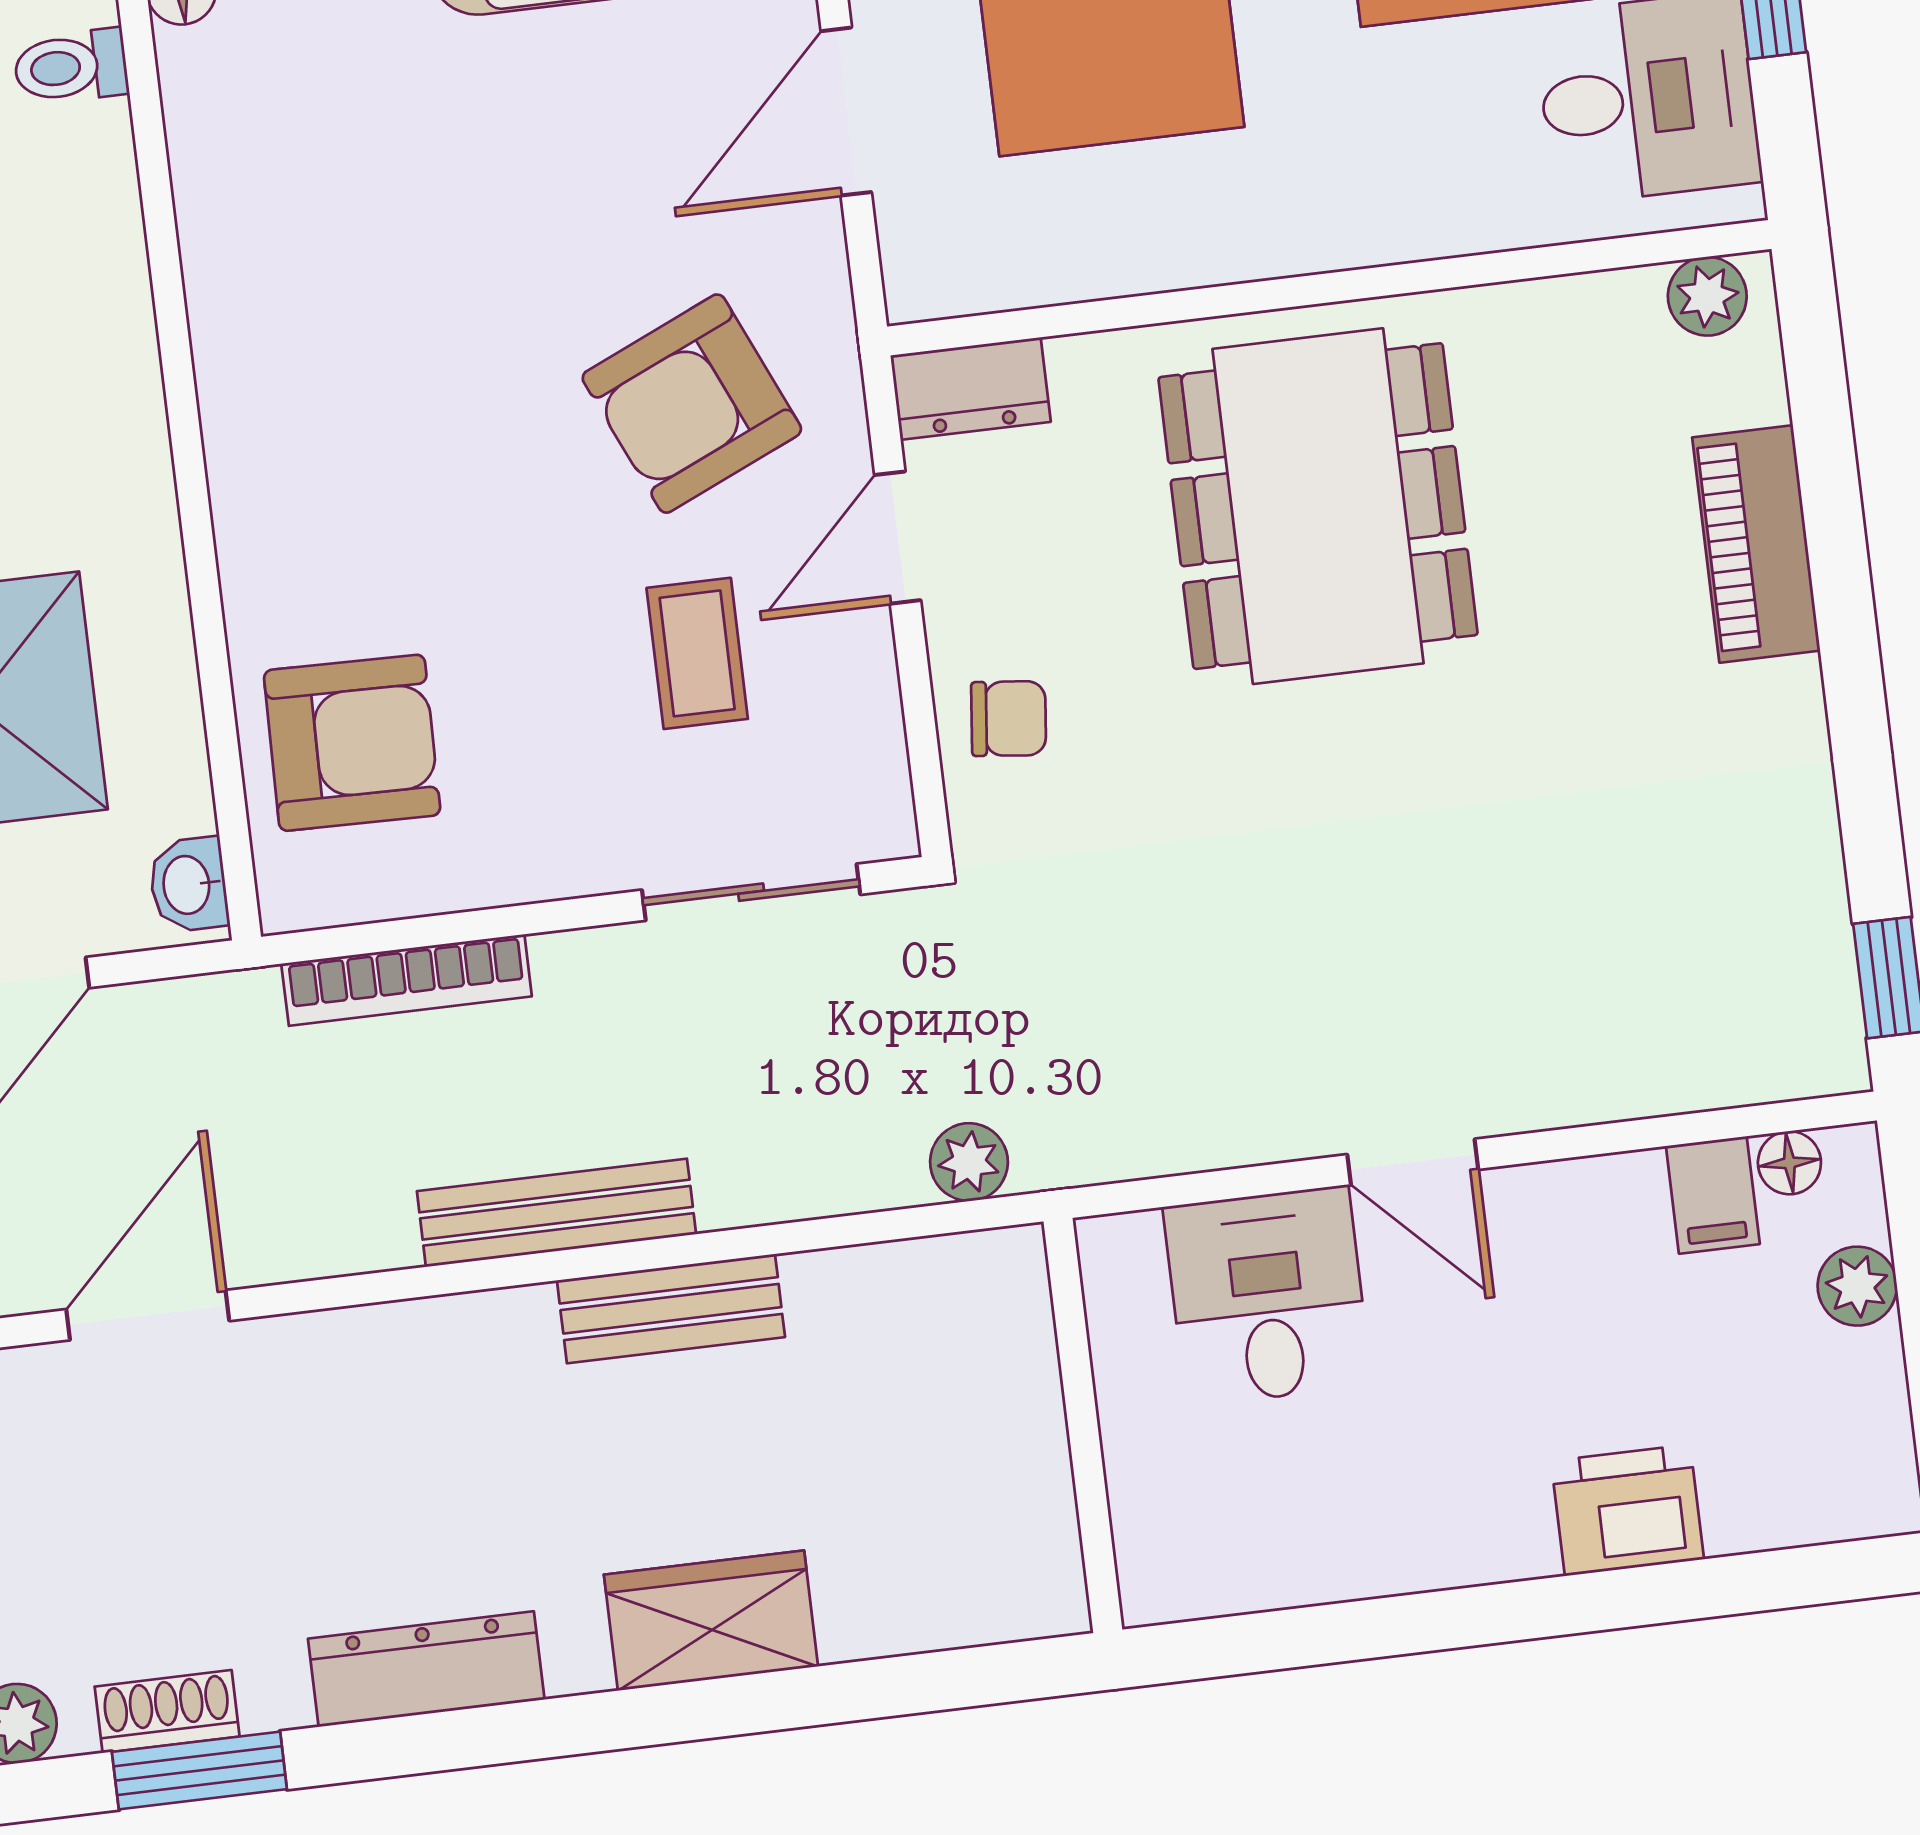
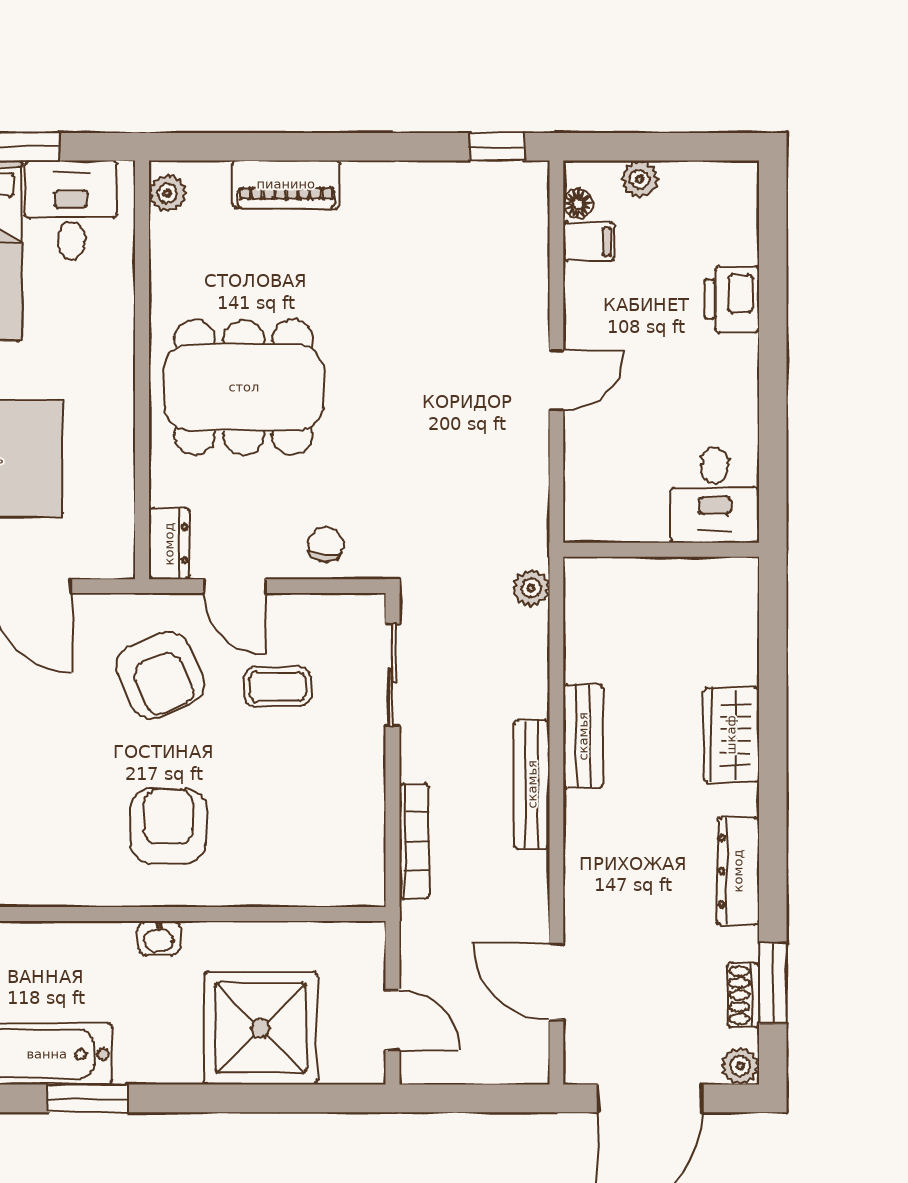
armchair: (352, 743) -> (168, 826), moved
washbasin: (188, 885) -> (159, 938), moved
desk: (1267, 1296) -> (715, 495), moved, turned -90

